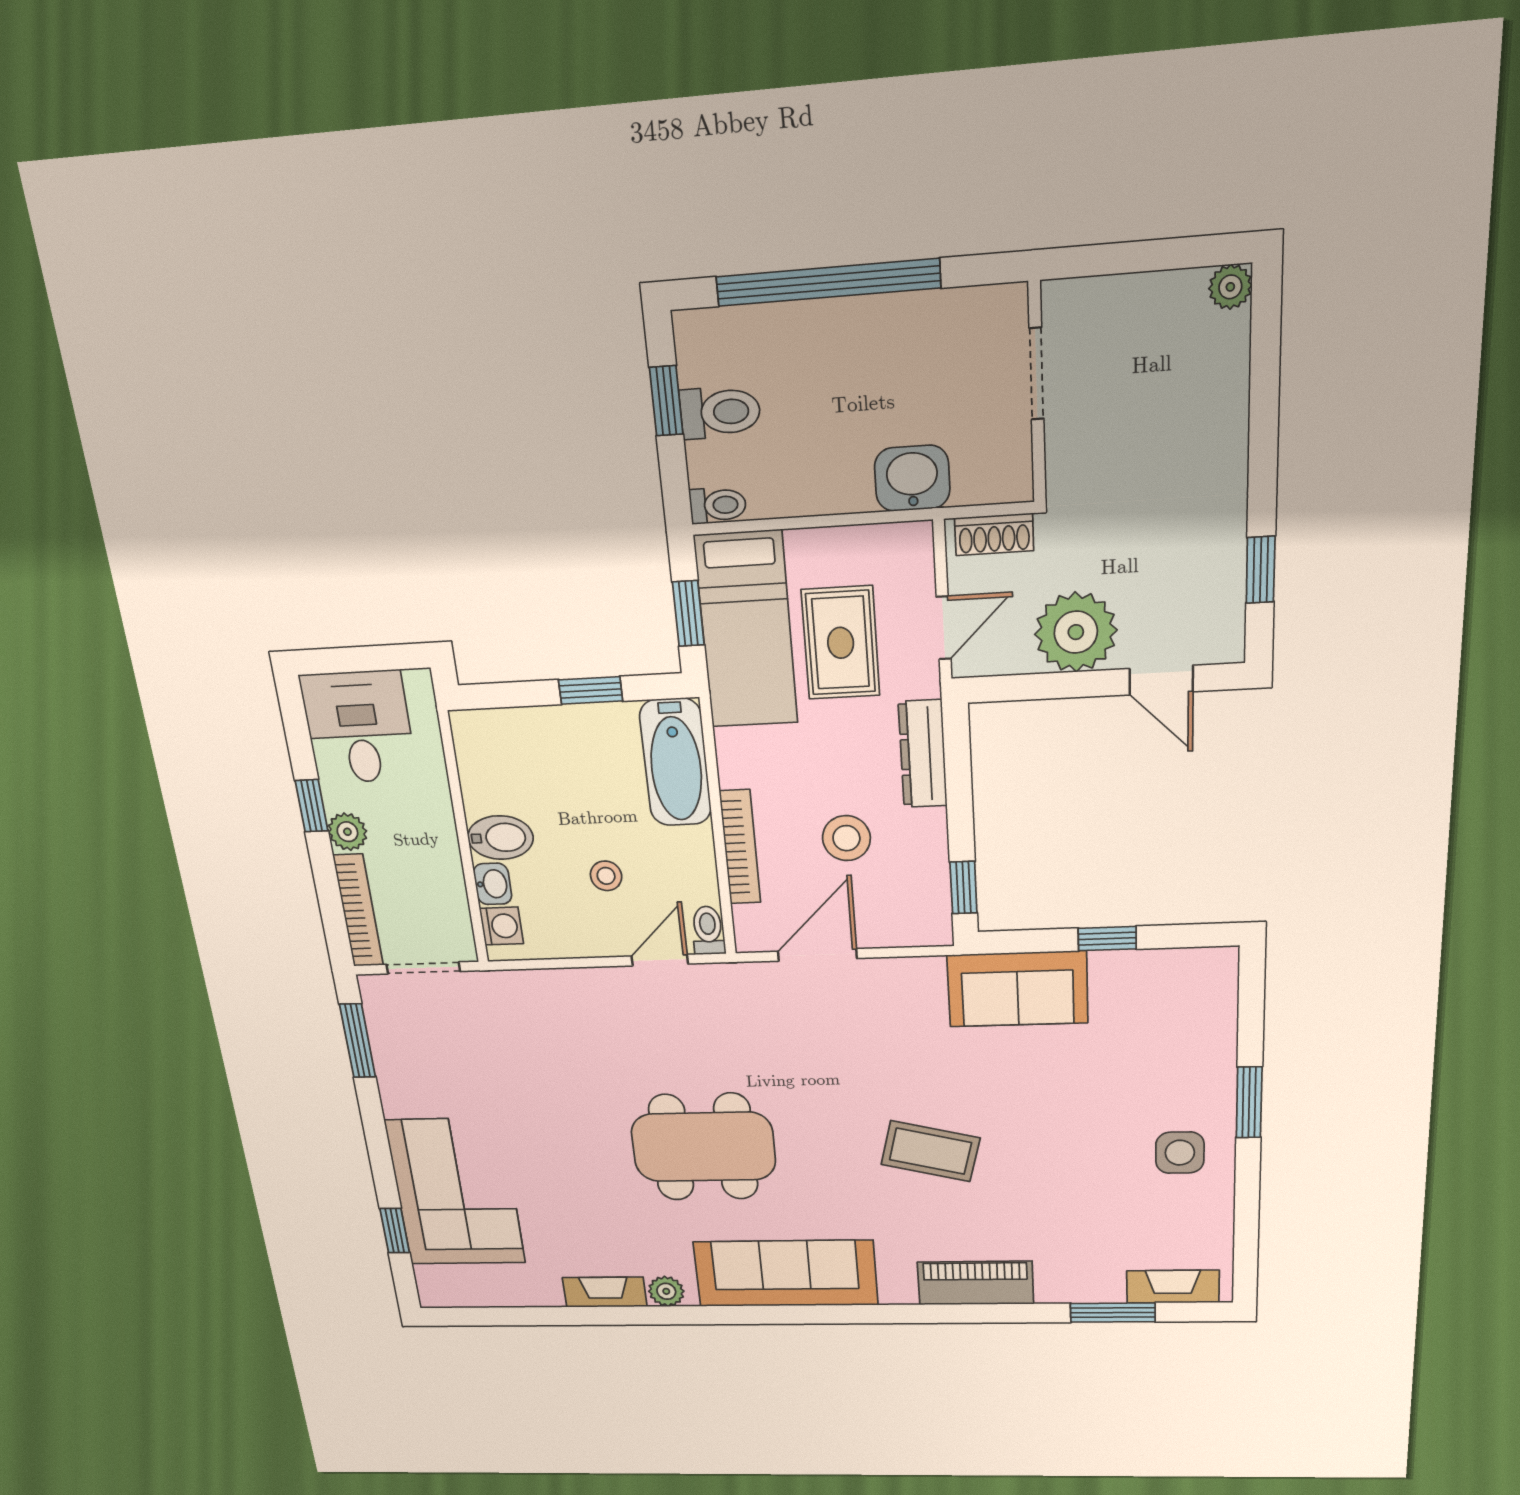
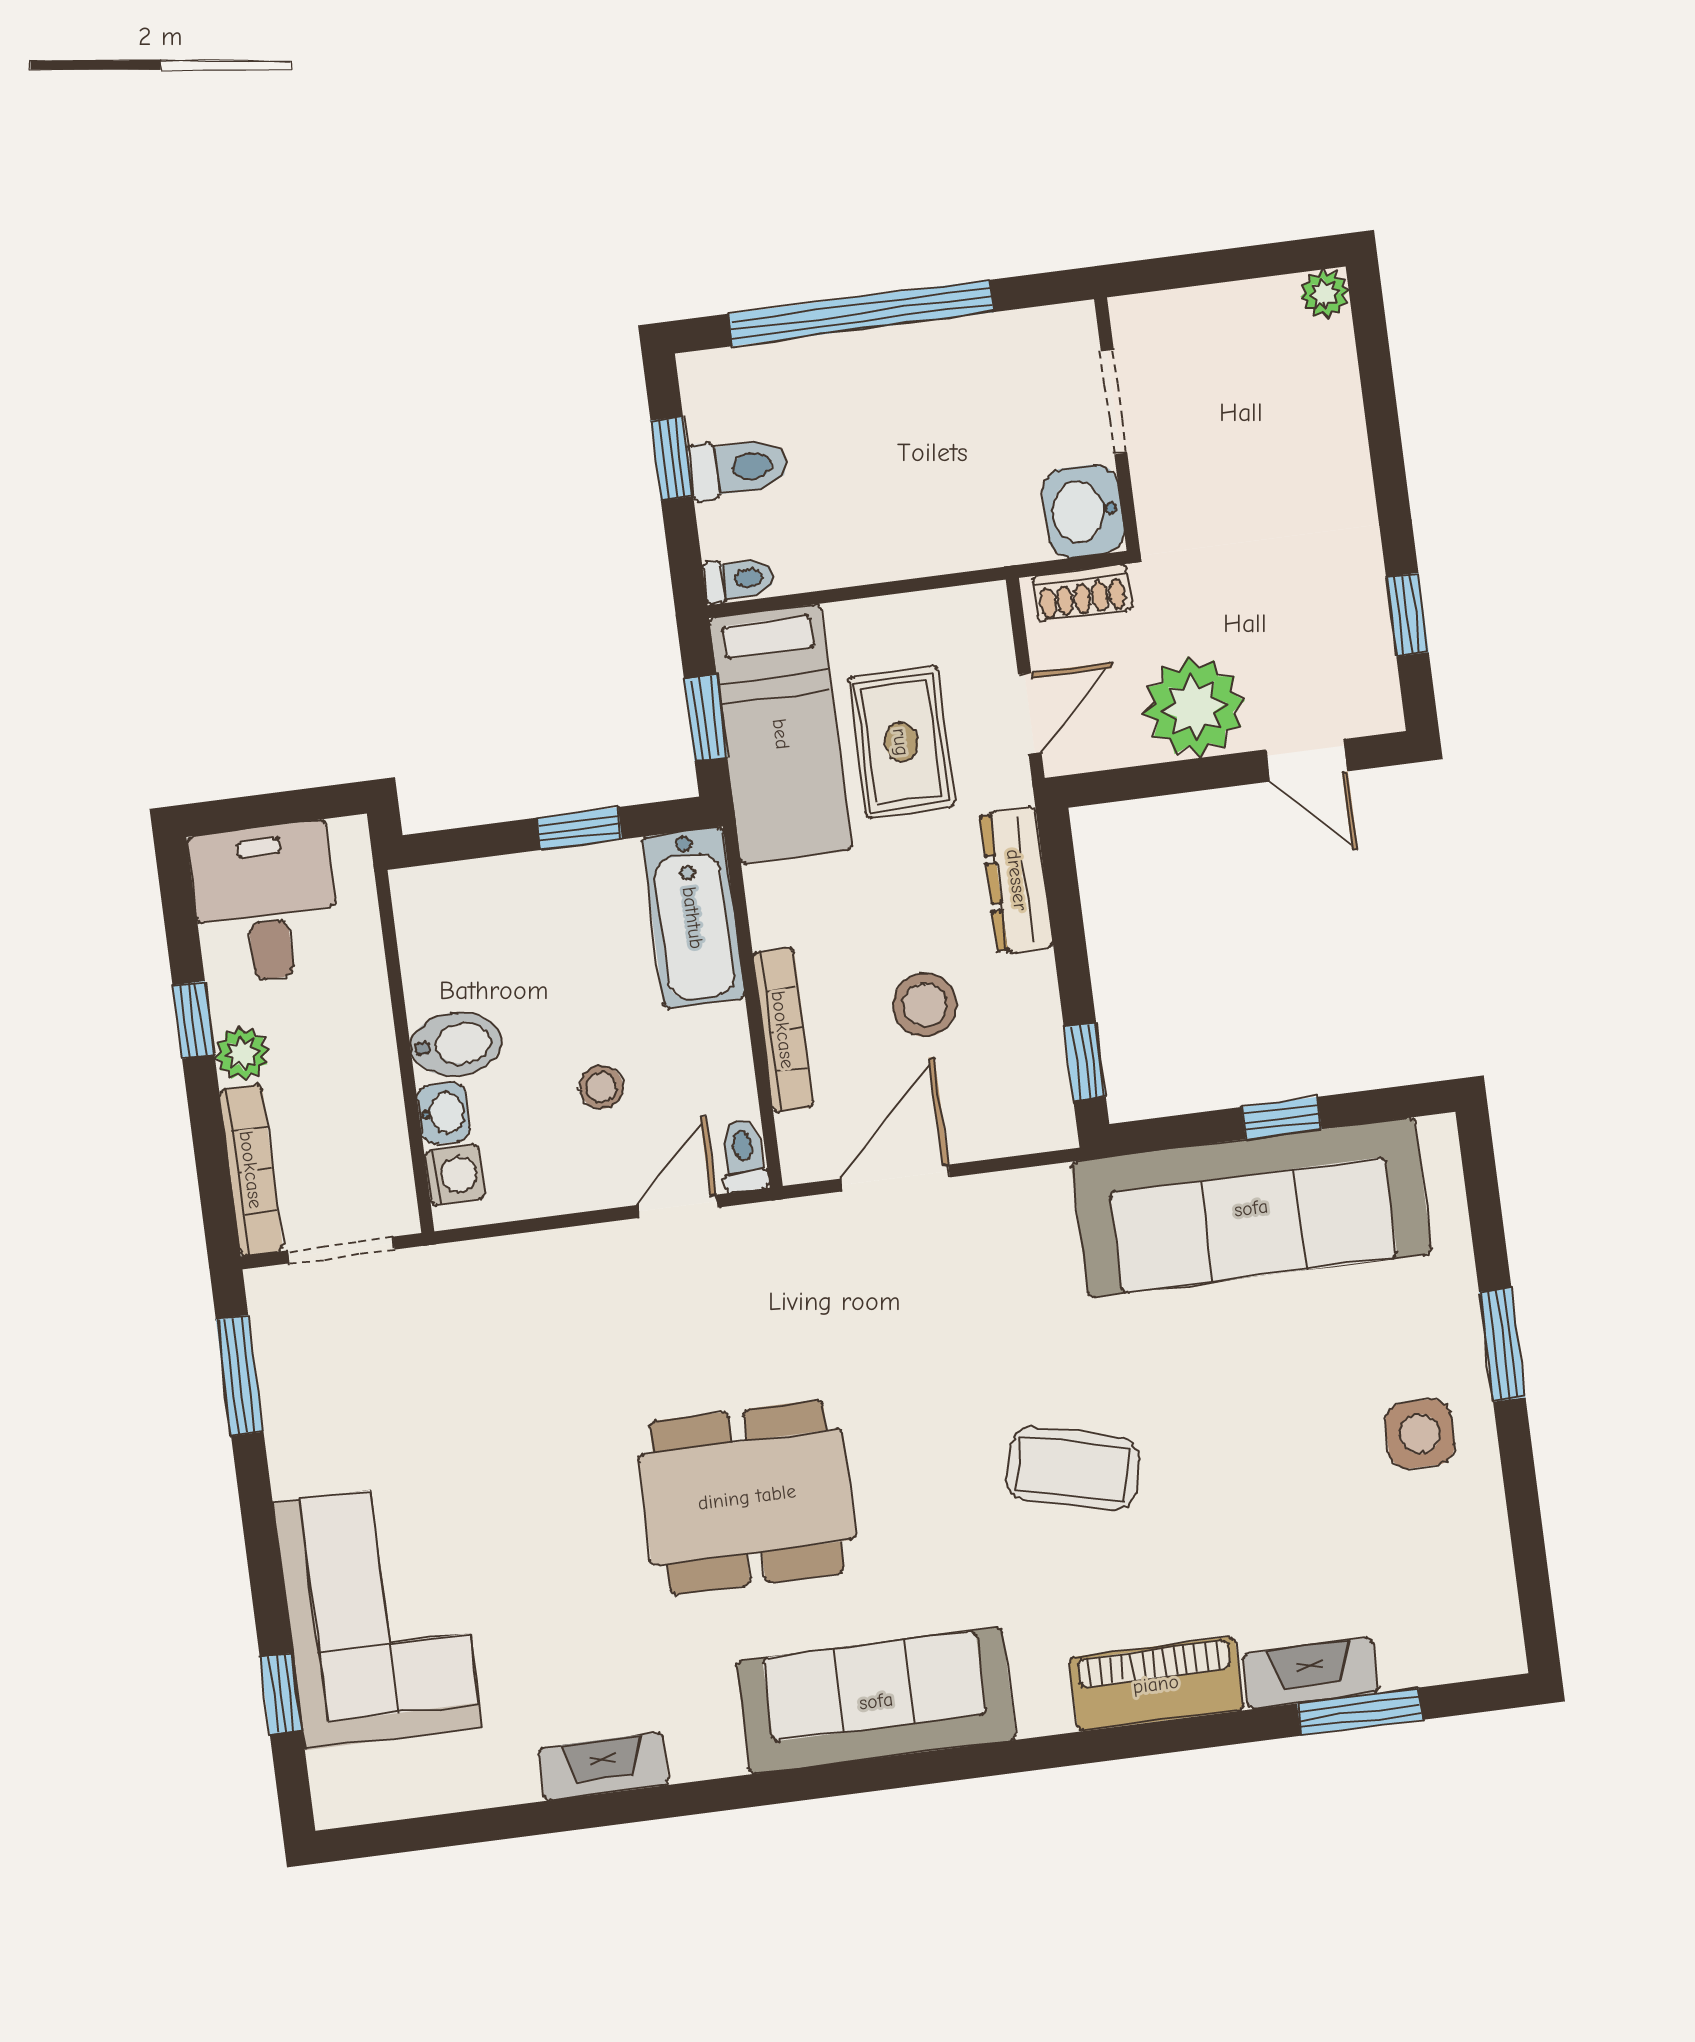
washbasin: (912, 478) -> (1083, 511), moved, turned -90
sofa: (1018, 989) -> (1251, 1208), width x1.85, depth x1.27
fireplace: (1173, 1287) -> (1311, 1673), moved
plant: (666, 1291) -> (698, 1754), removed

